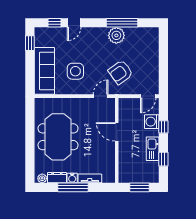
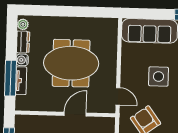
side table: (75, 71) -> (159, 77), moved
meeting table: (58, 137) -> (71, 63), moved
window: (73, 187) -> (11, 78), moved

